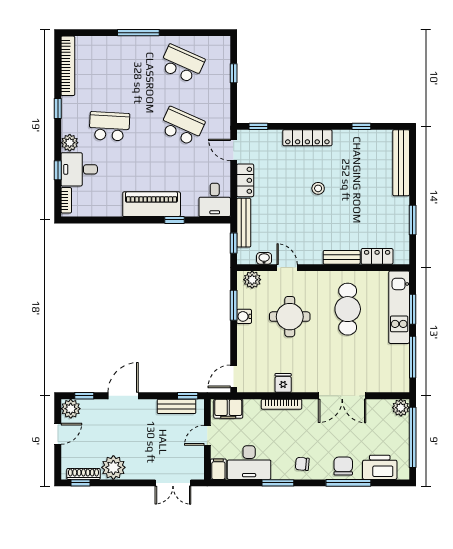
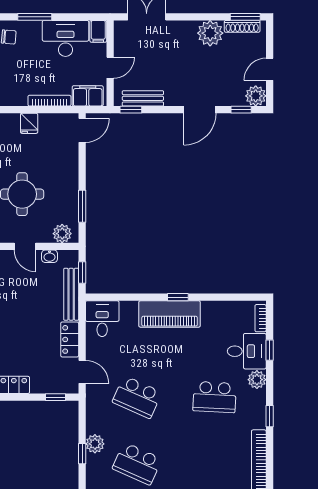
plant: (222, 83) -> (95, 444), added
window: (174, 220) -> (178, 297), moved
water cooler: (244, 316) -> (71, 194), removed
bookcase: (282, 404) -> (49, 101), moved
window: (80, 483) -> (245, 17), width x1.50

